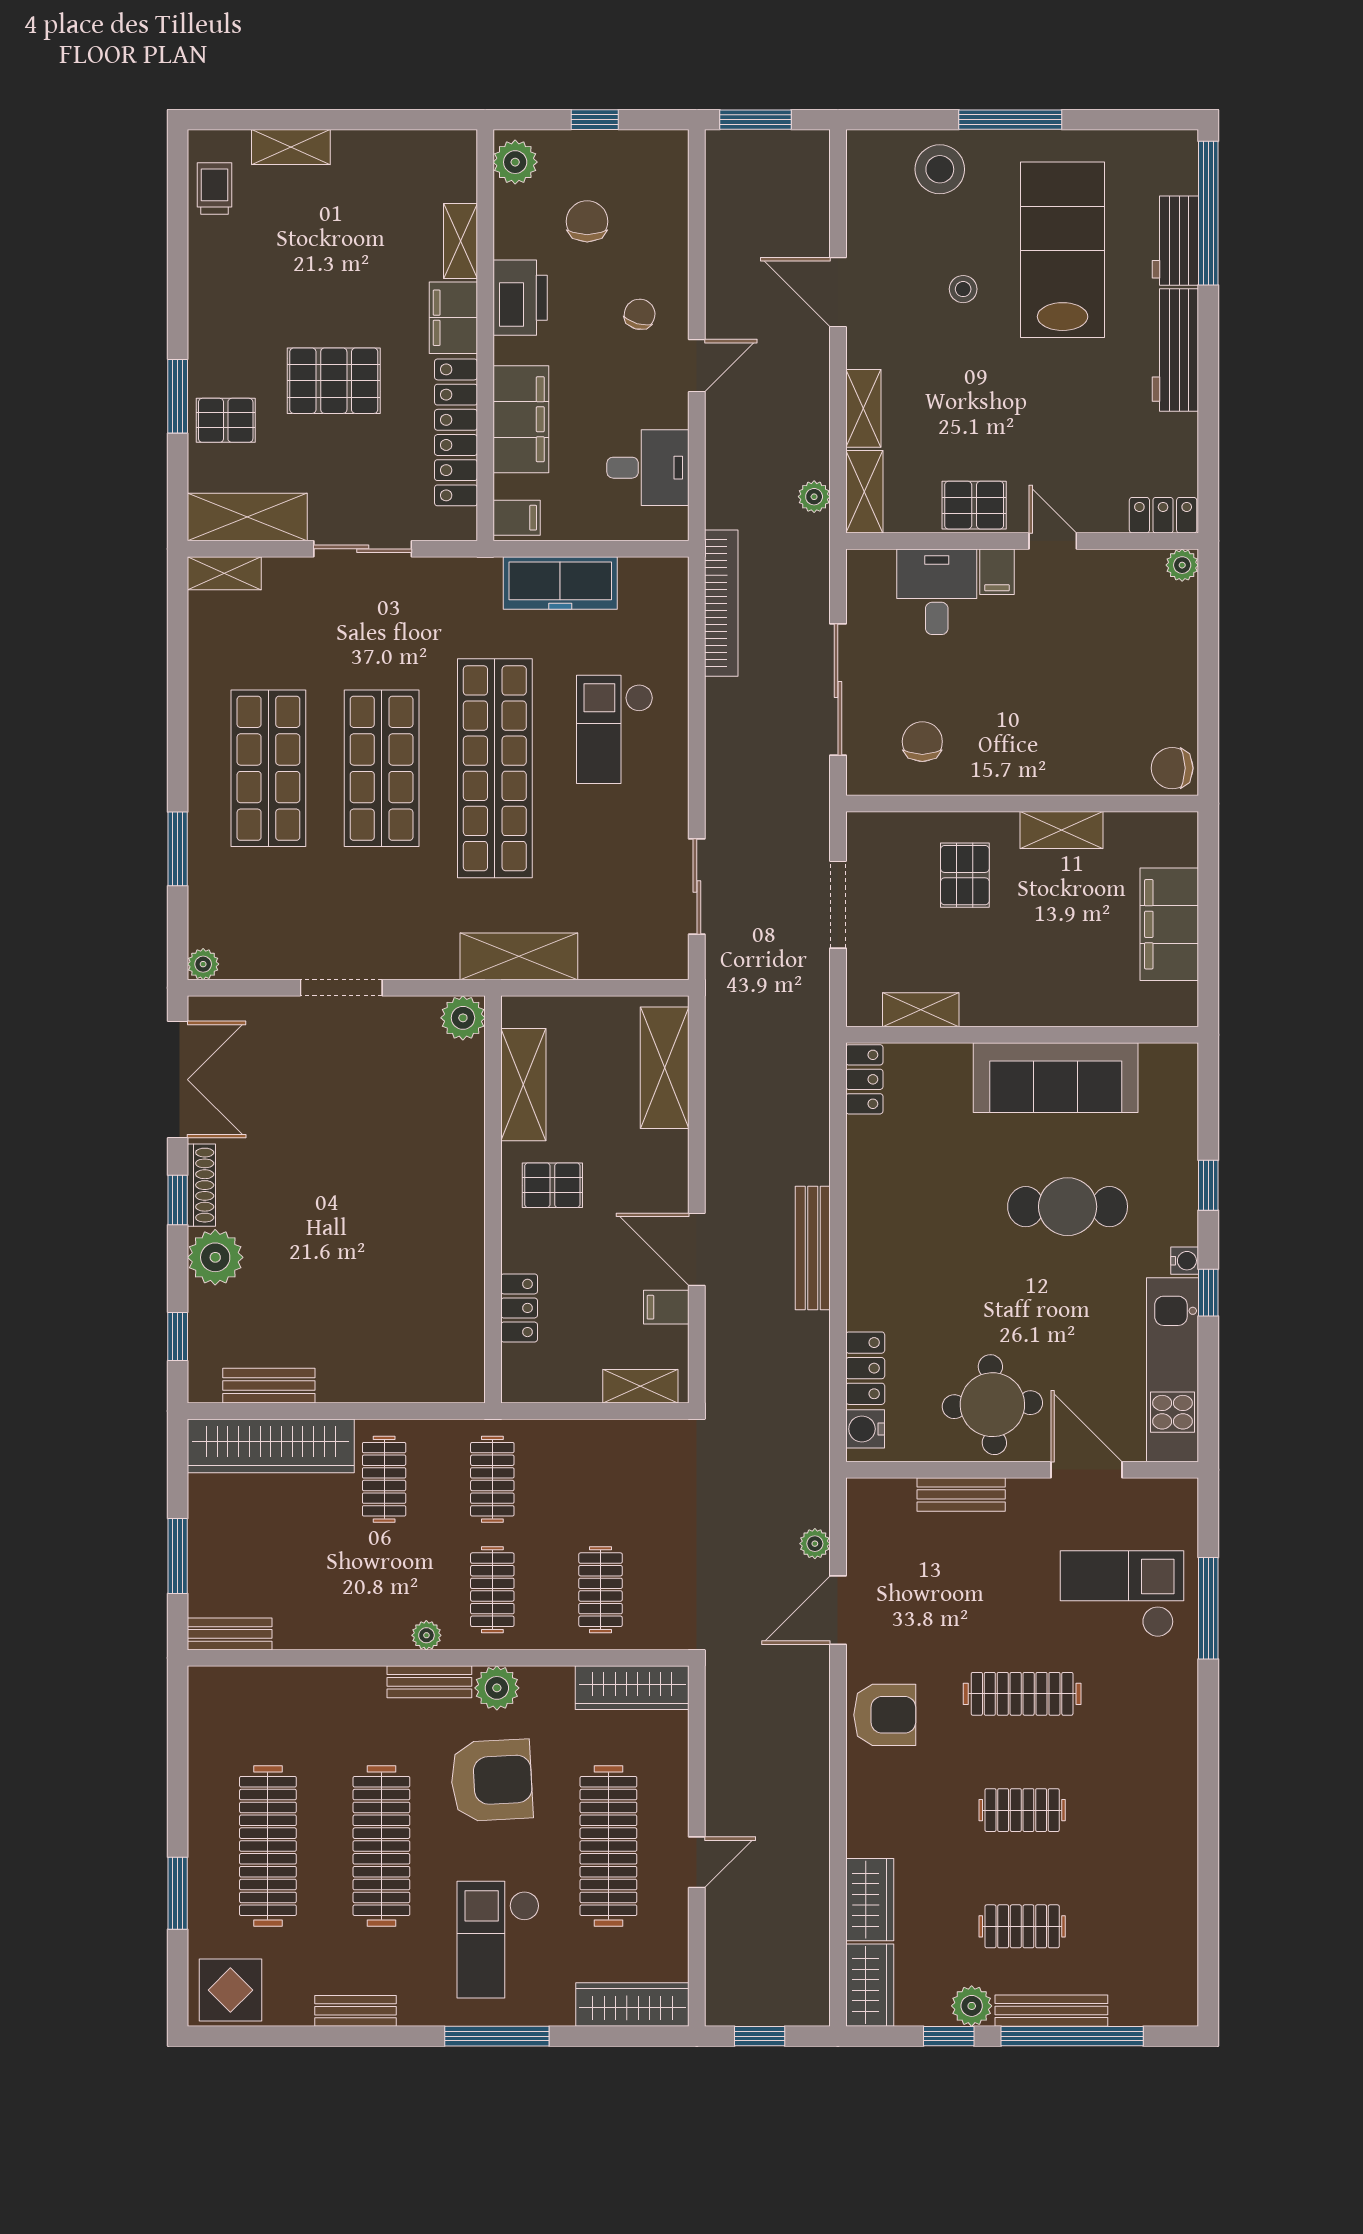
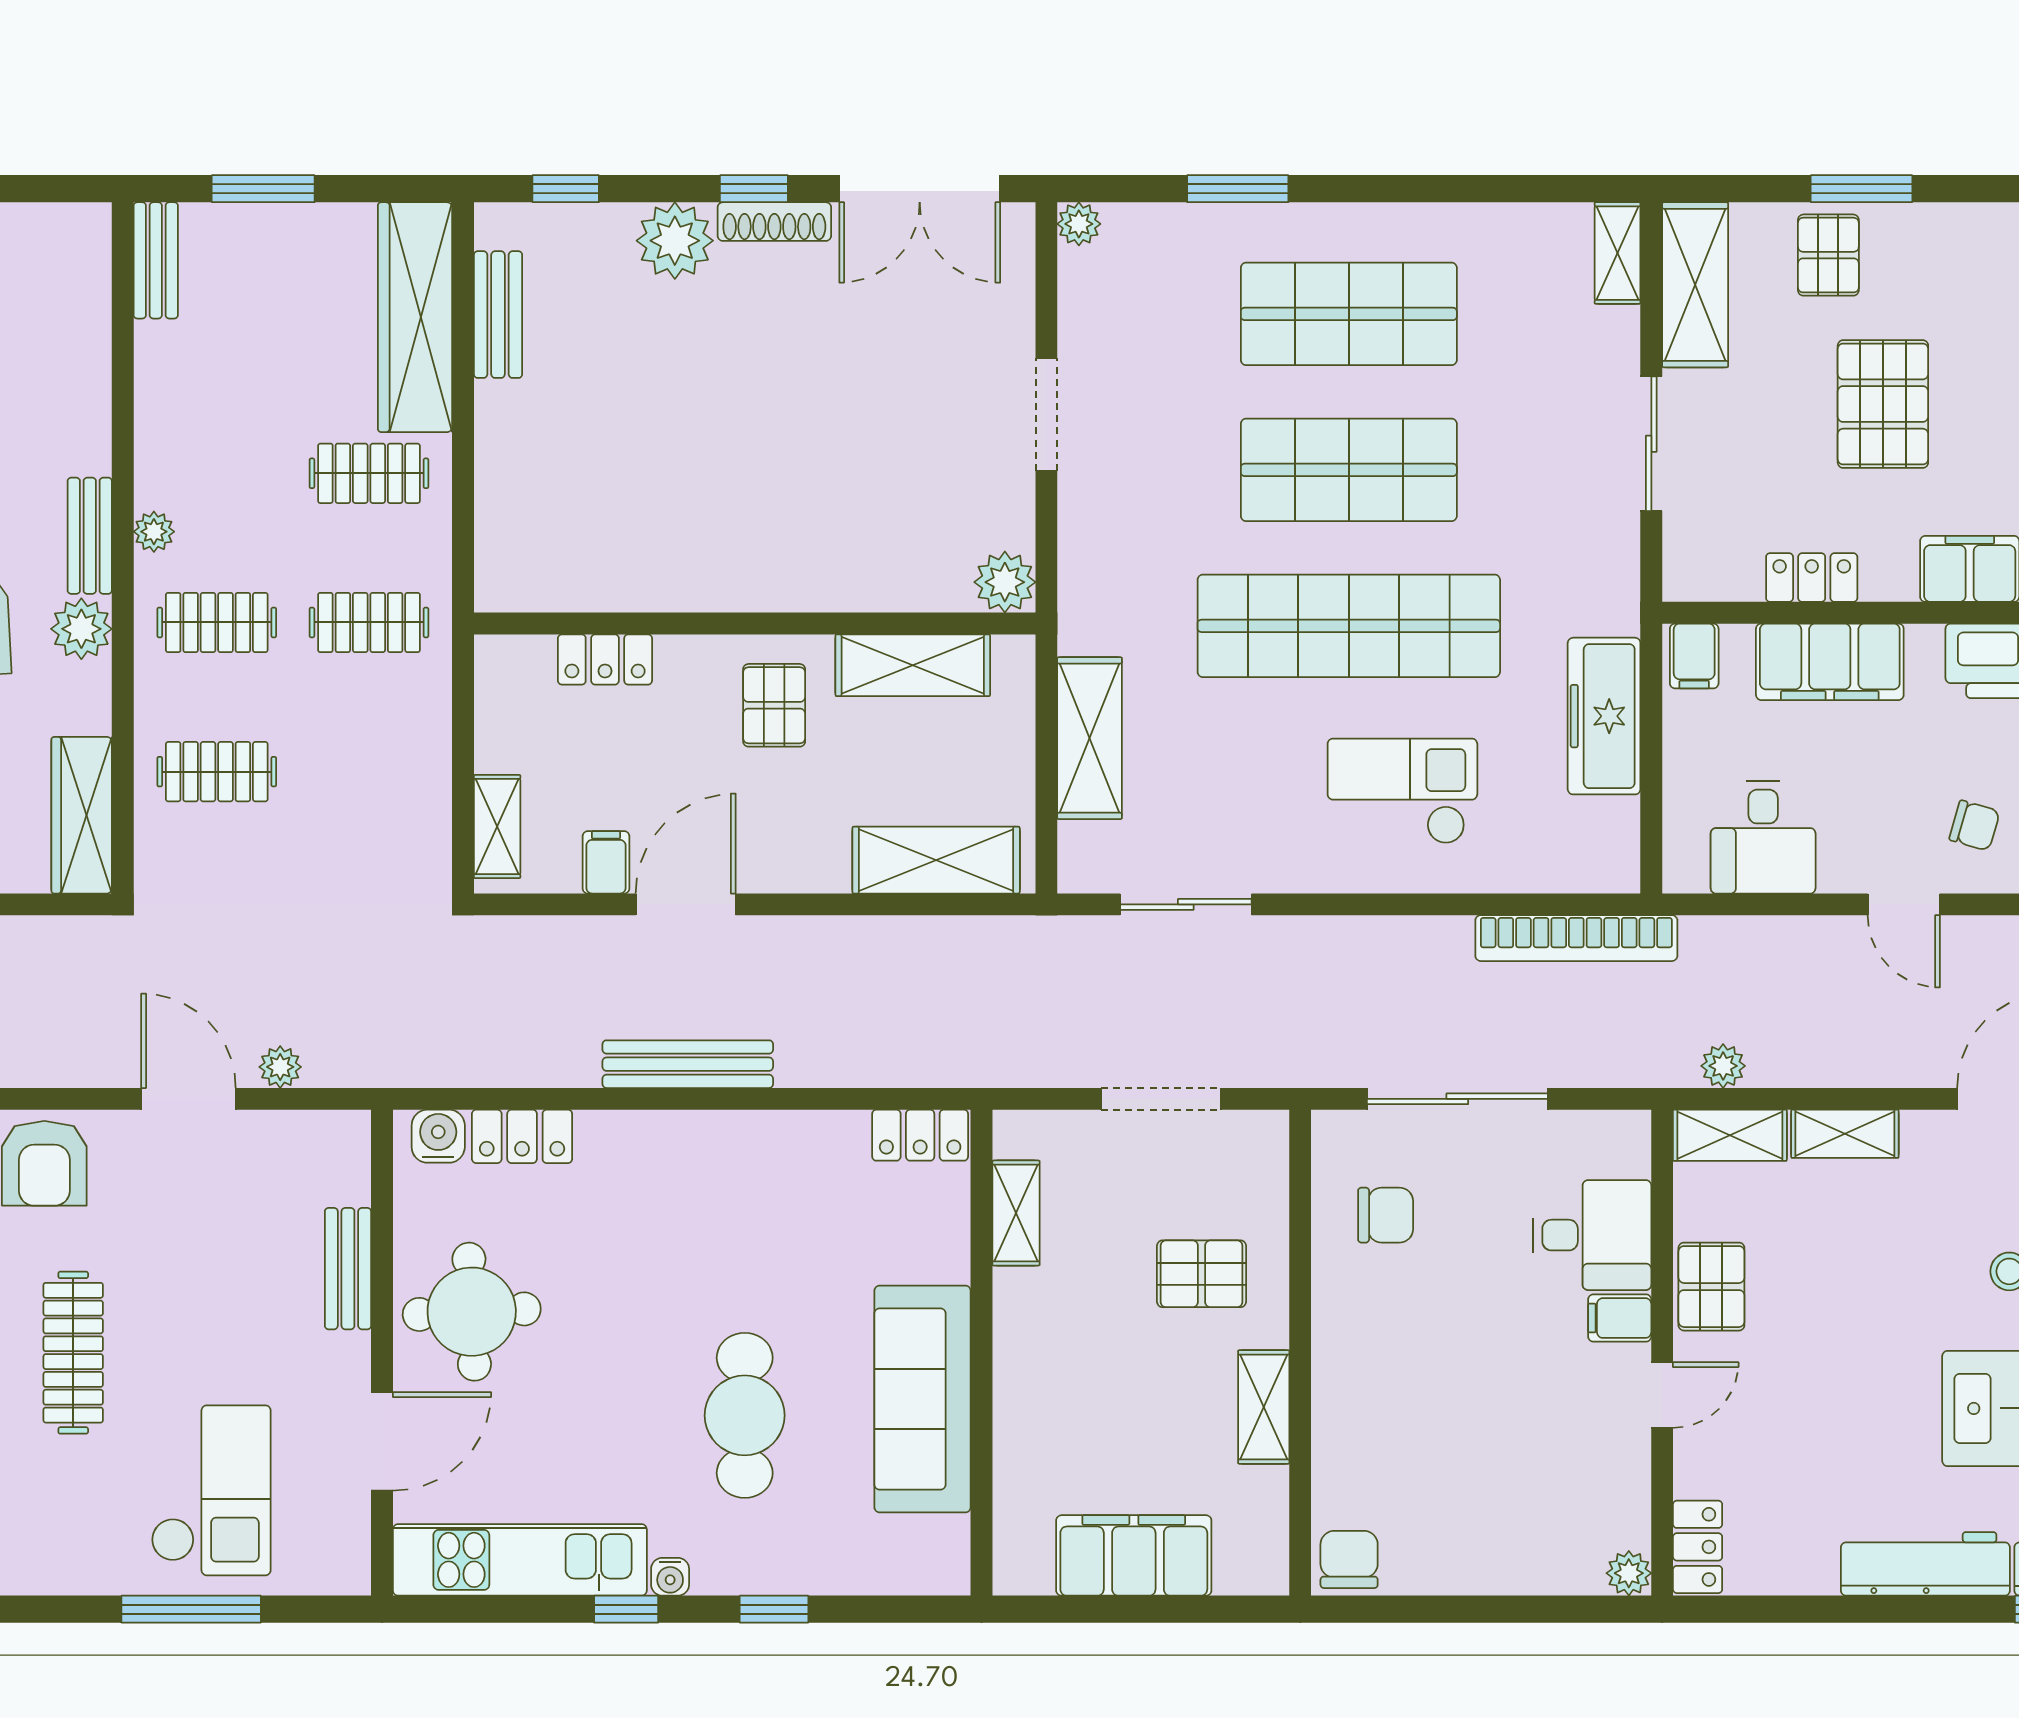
locker: (456, 432) -> (1812, 578), width x0.46, depth x0.83
shelving: (519, 956) -> (1090, 738), moved

